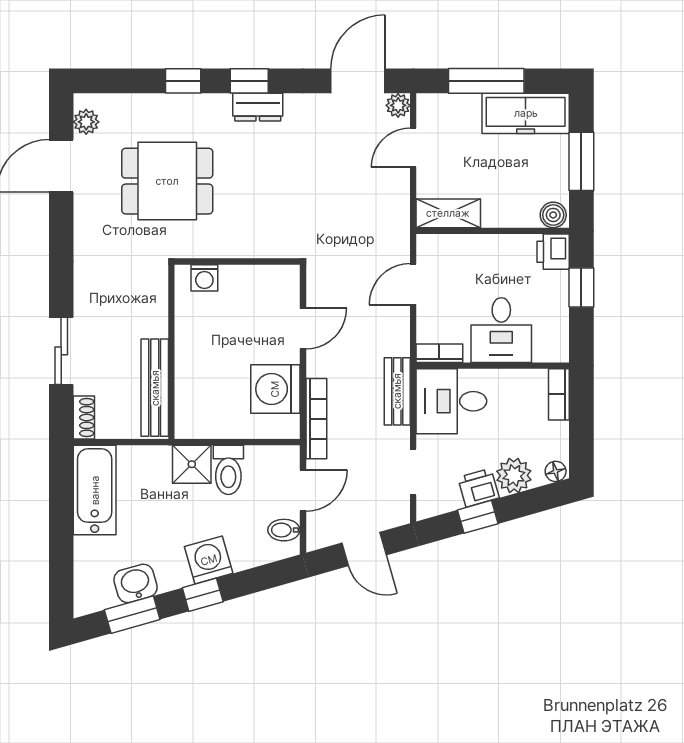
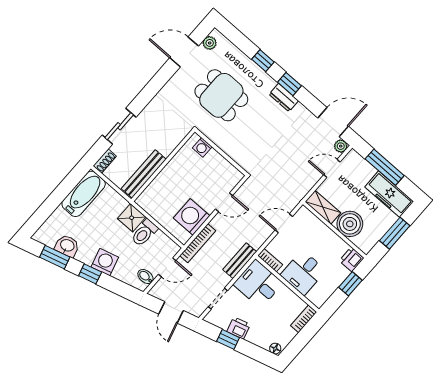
boiler: (553, 215) -> (350, 224), moved, width x1.86, depth x1.86
plant: (514, 475) -> (257, 335), removed

